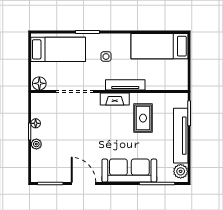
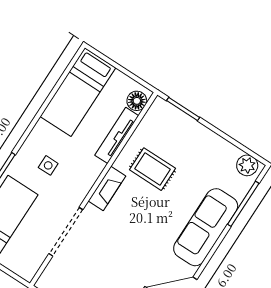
floor lamp: (39, 83) -> (137, 101), moved
tv unit: (125, 85) -> (117, 135), moved
tv unit: (181, 136) -> (204, 137), removed

